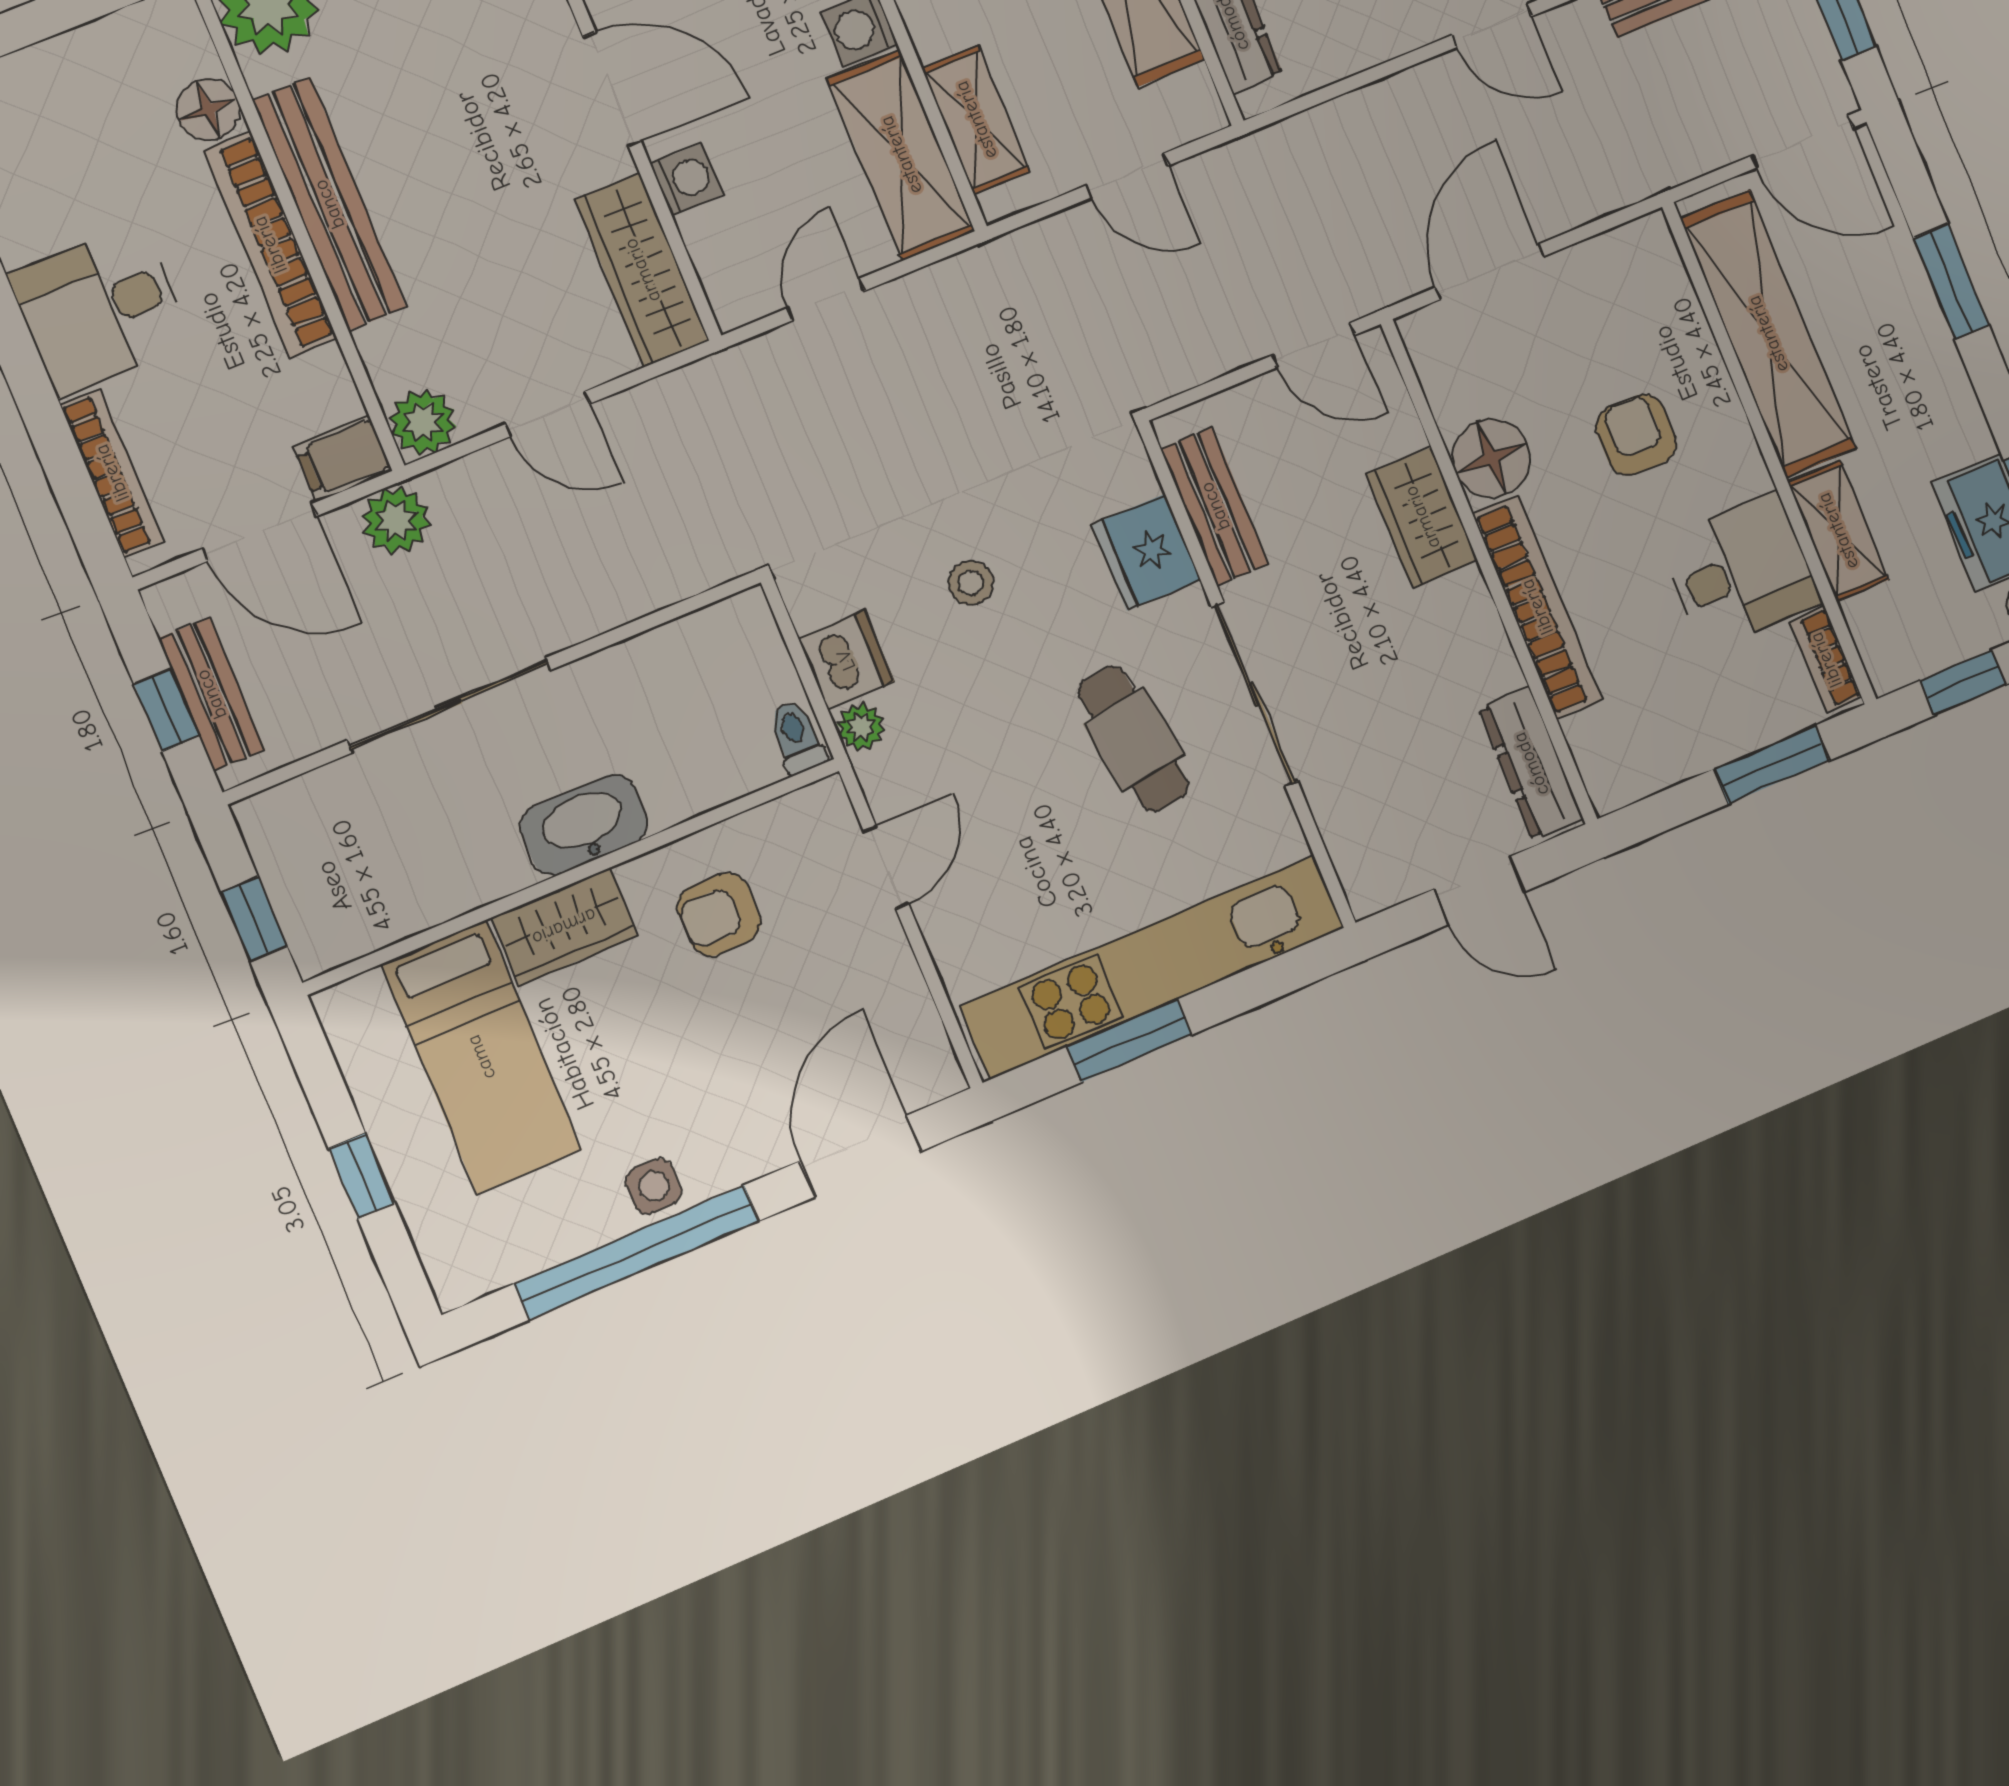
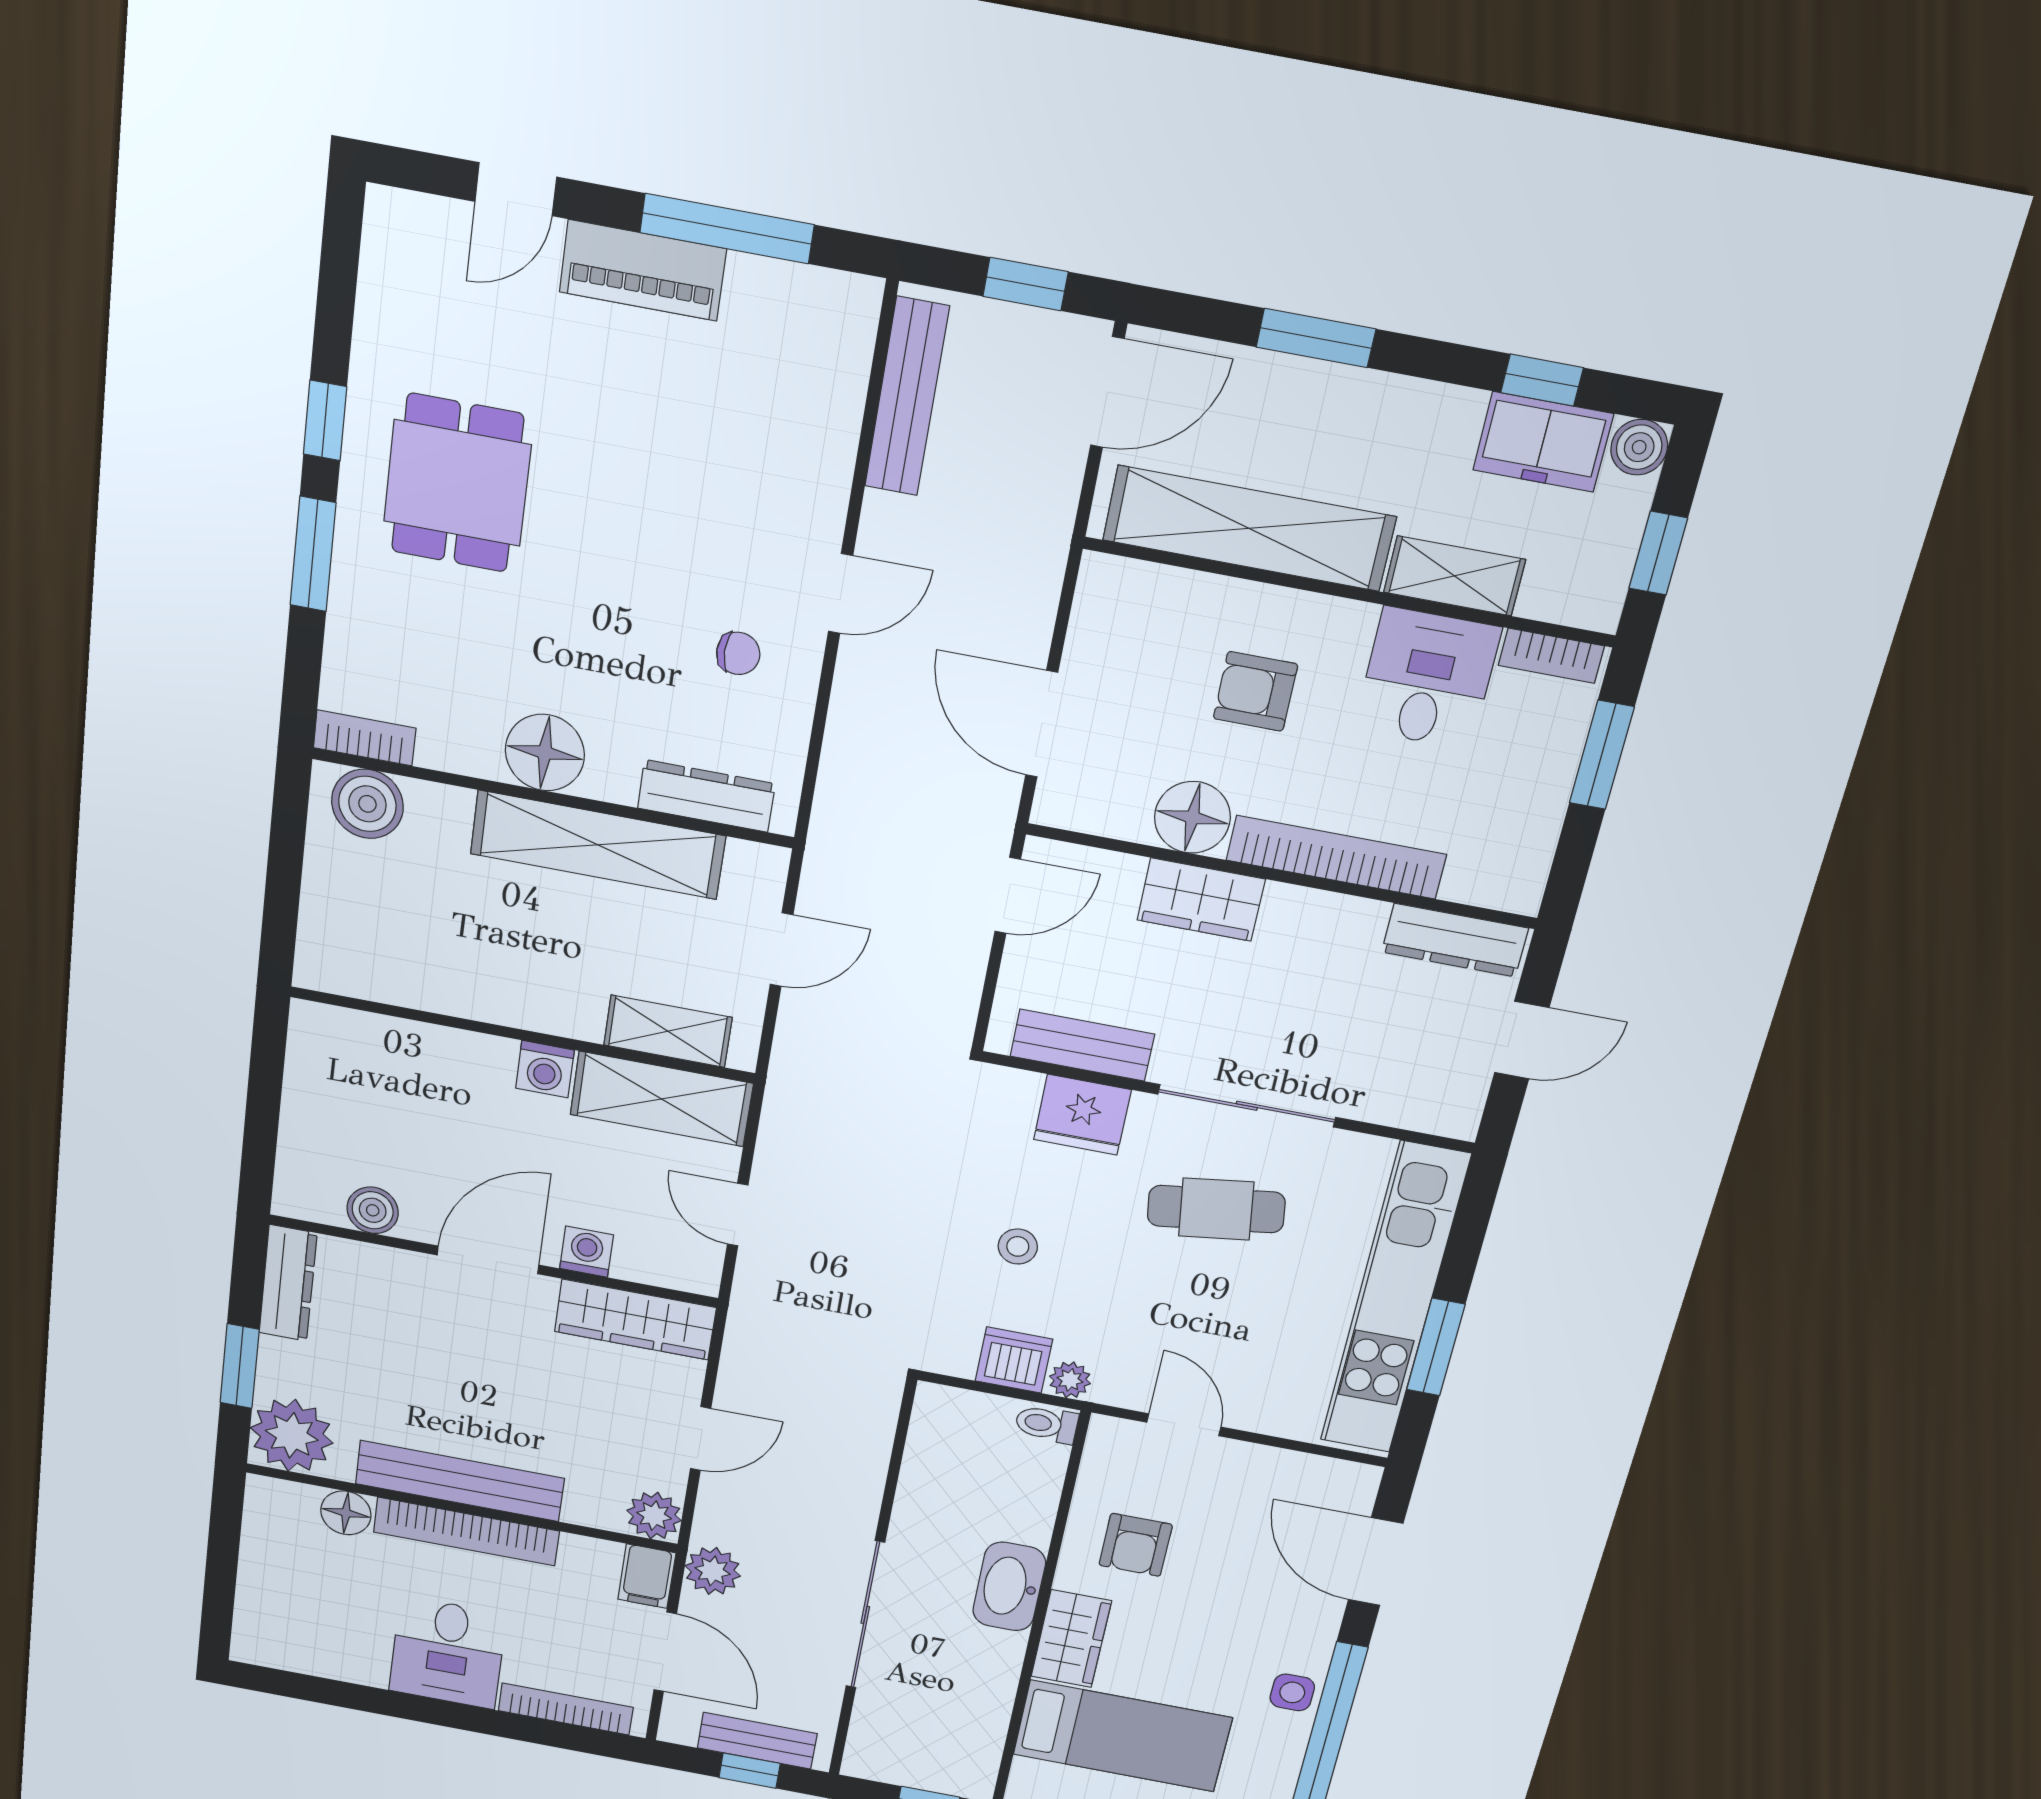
door: (260, 532) -> (665, 1652), hinge flipped

